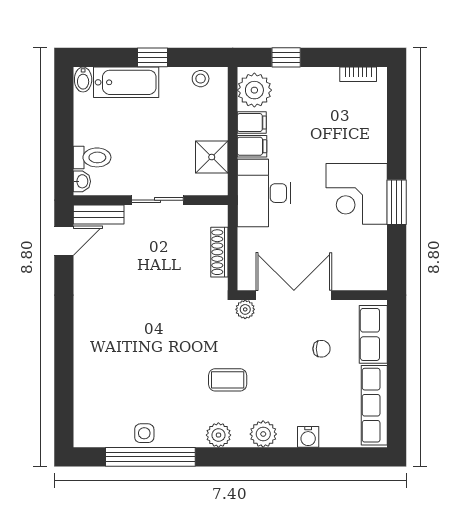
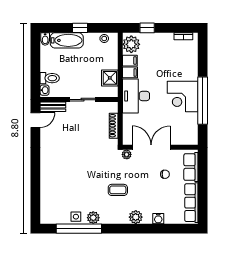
window: (397, 202) -> (203, 101), width x2.11
plant: (218, 435) -> (93, 218), moved

